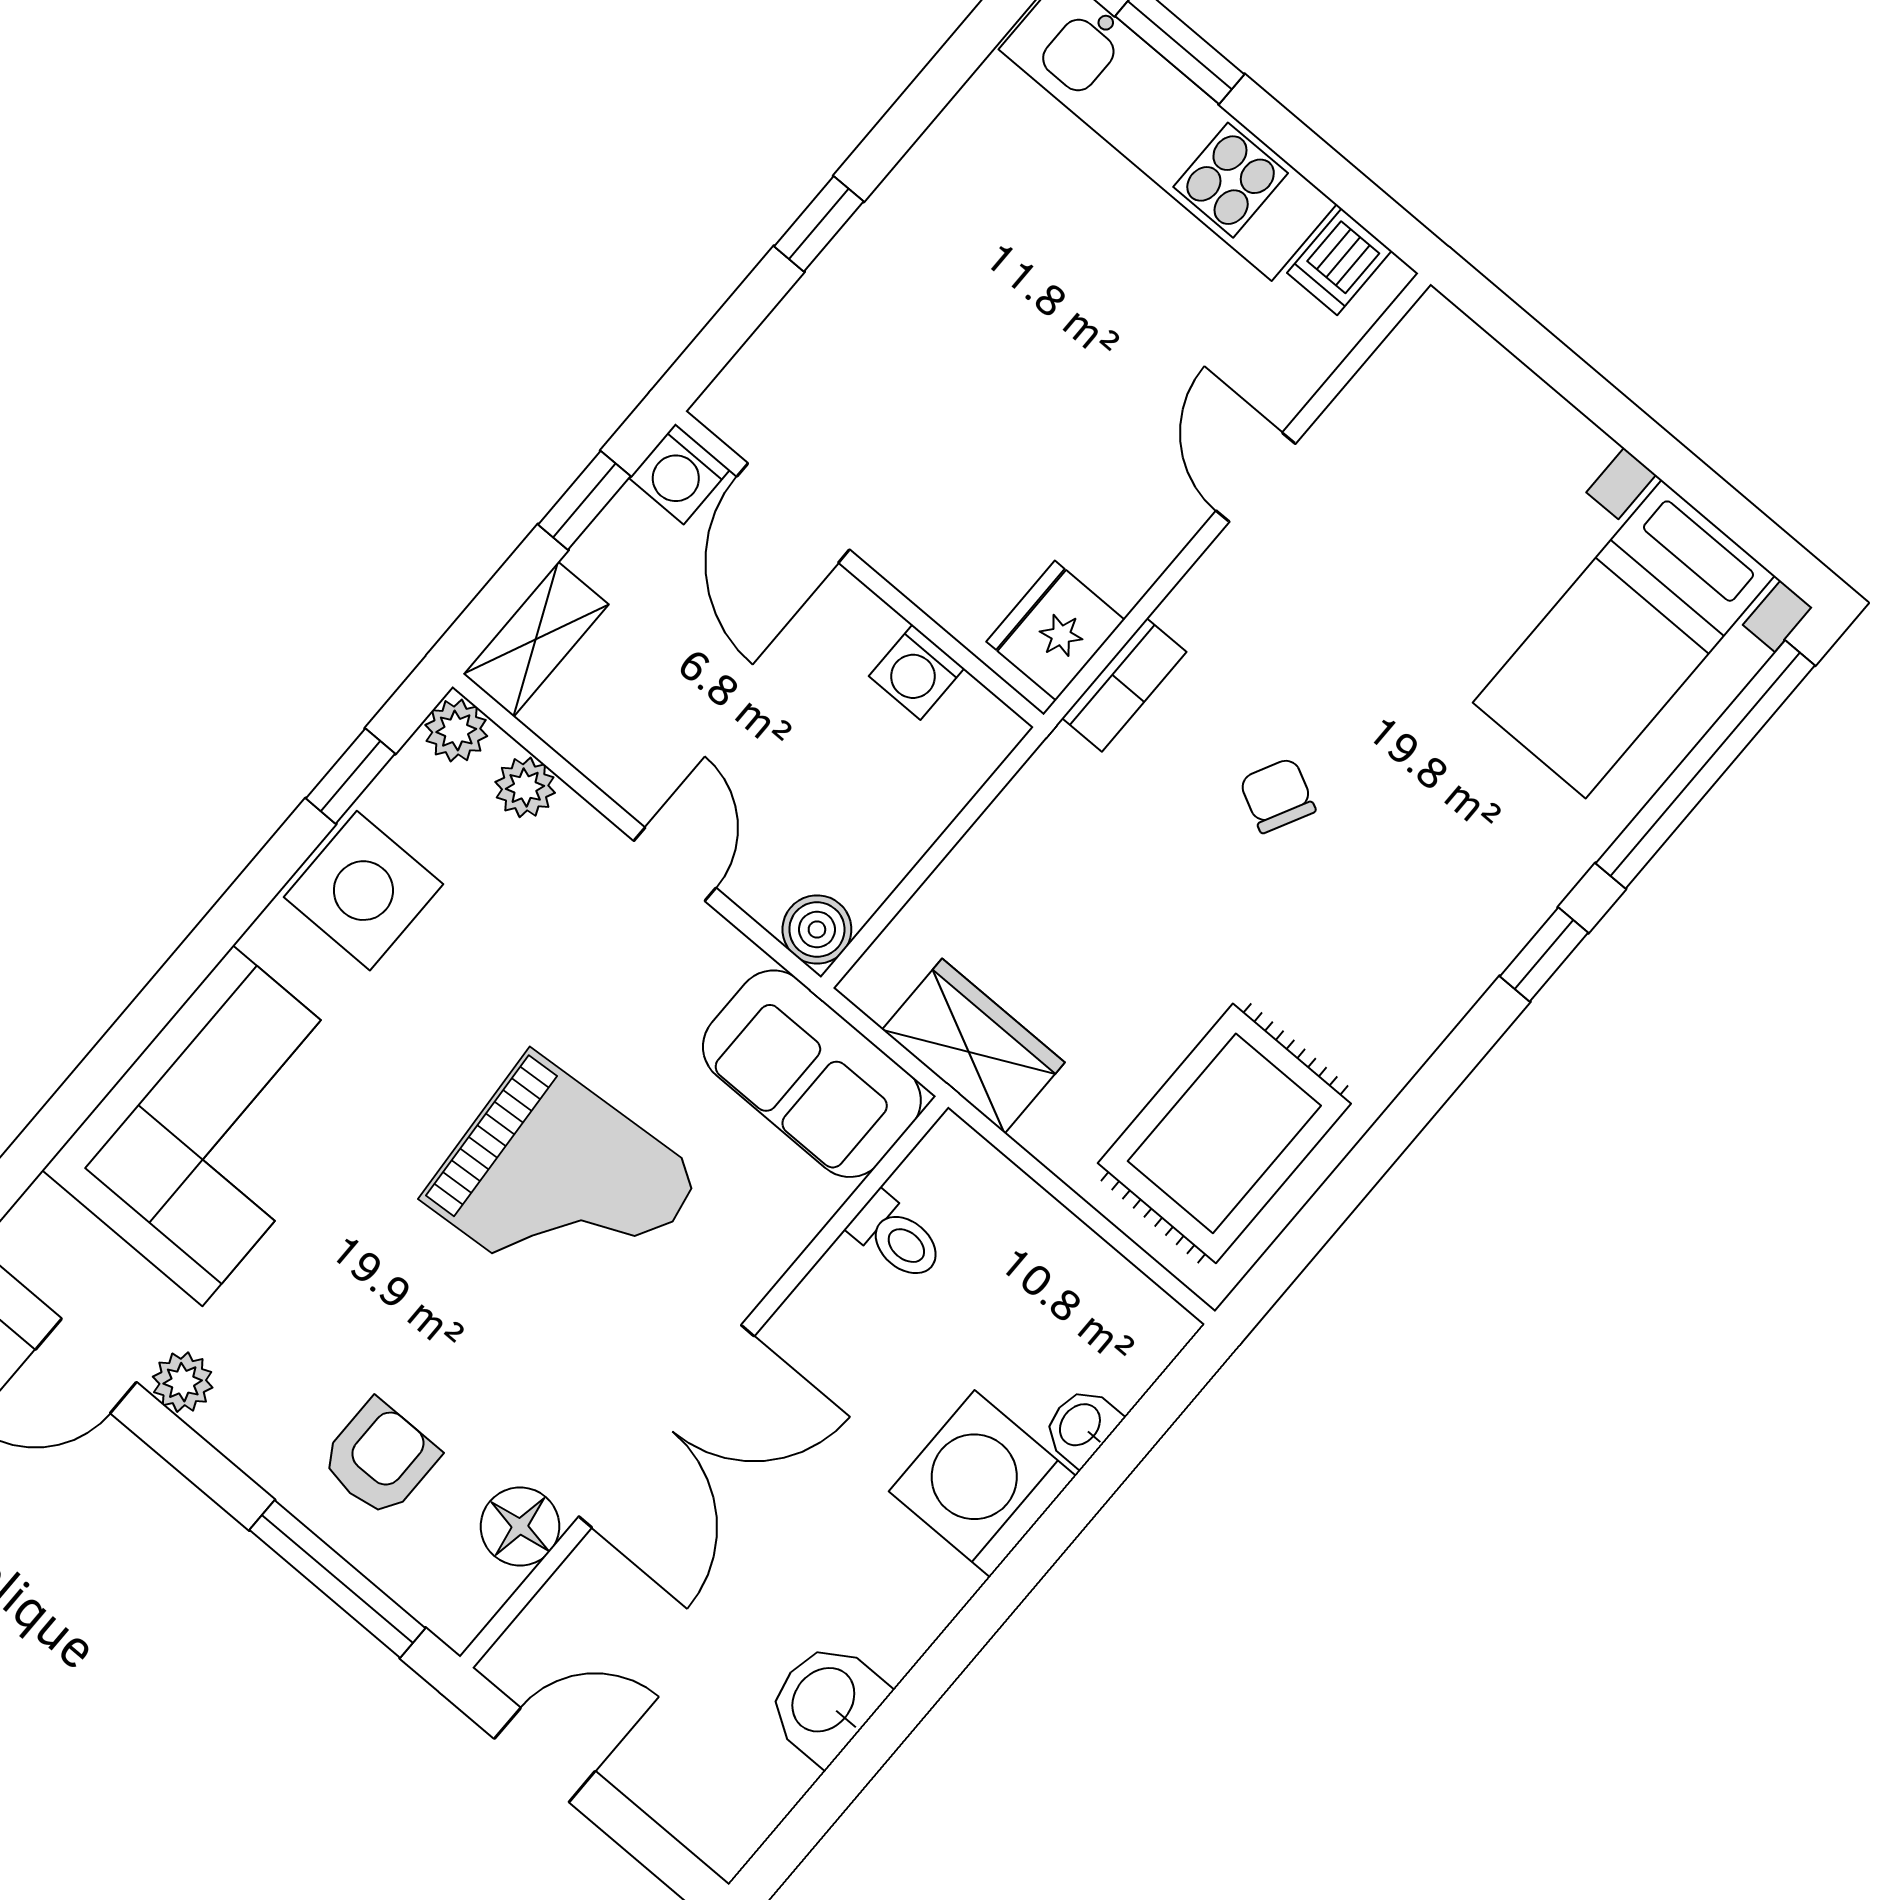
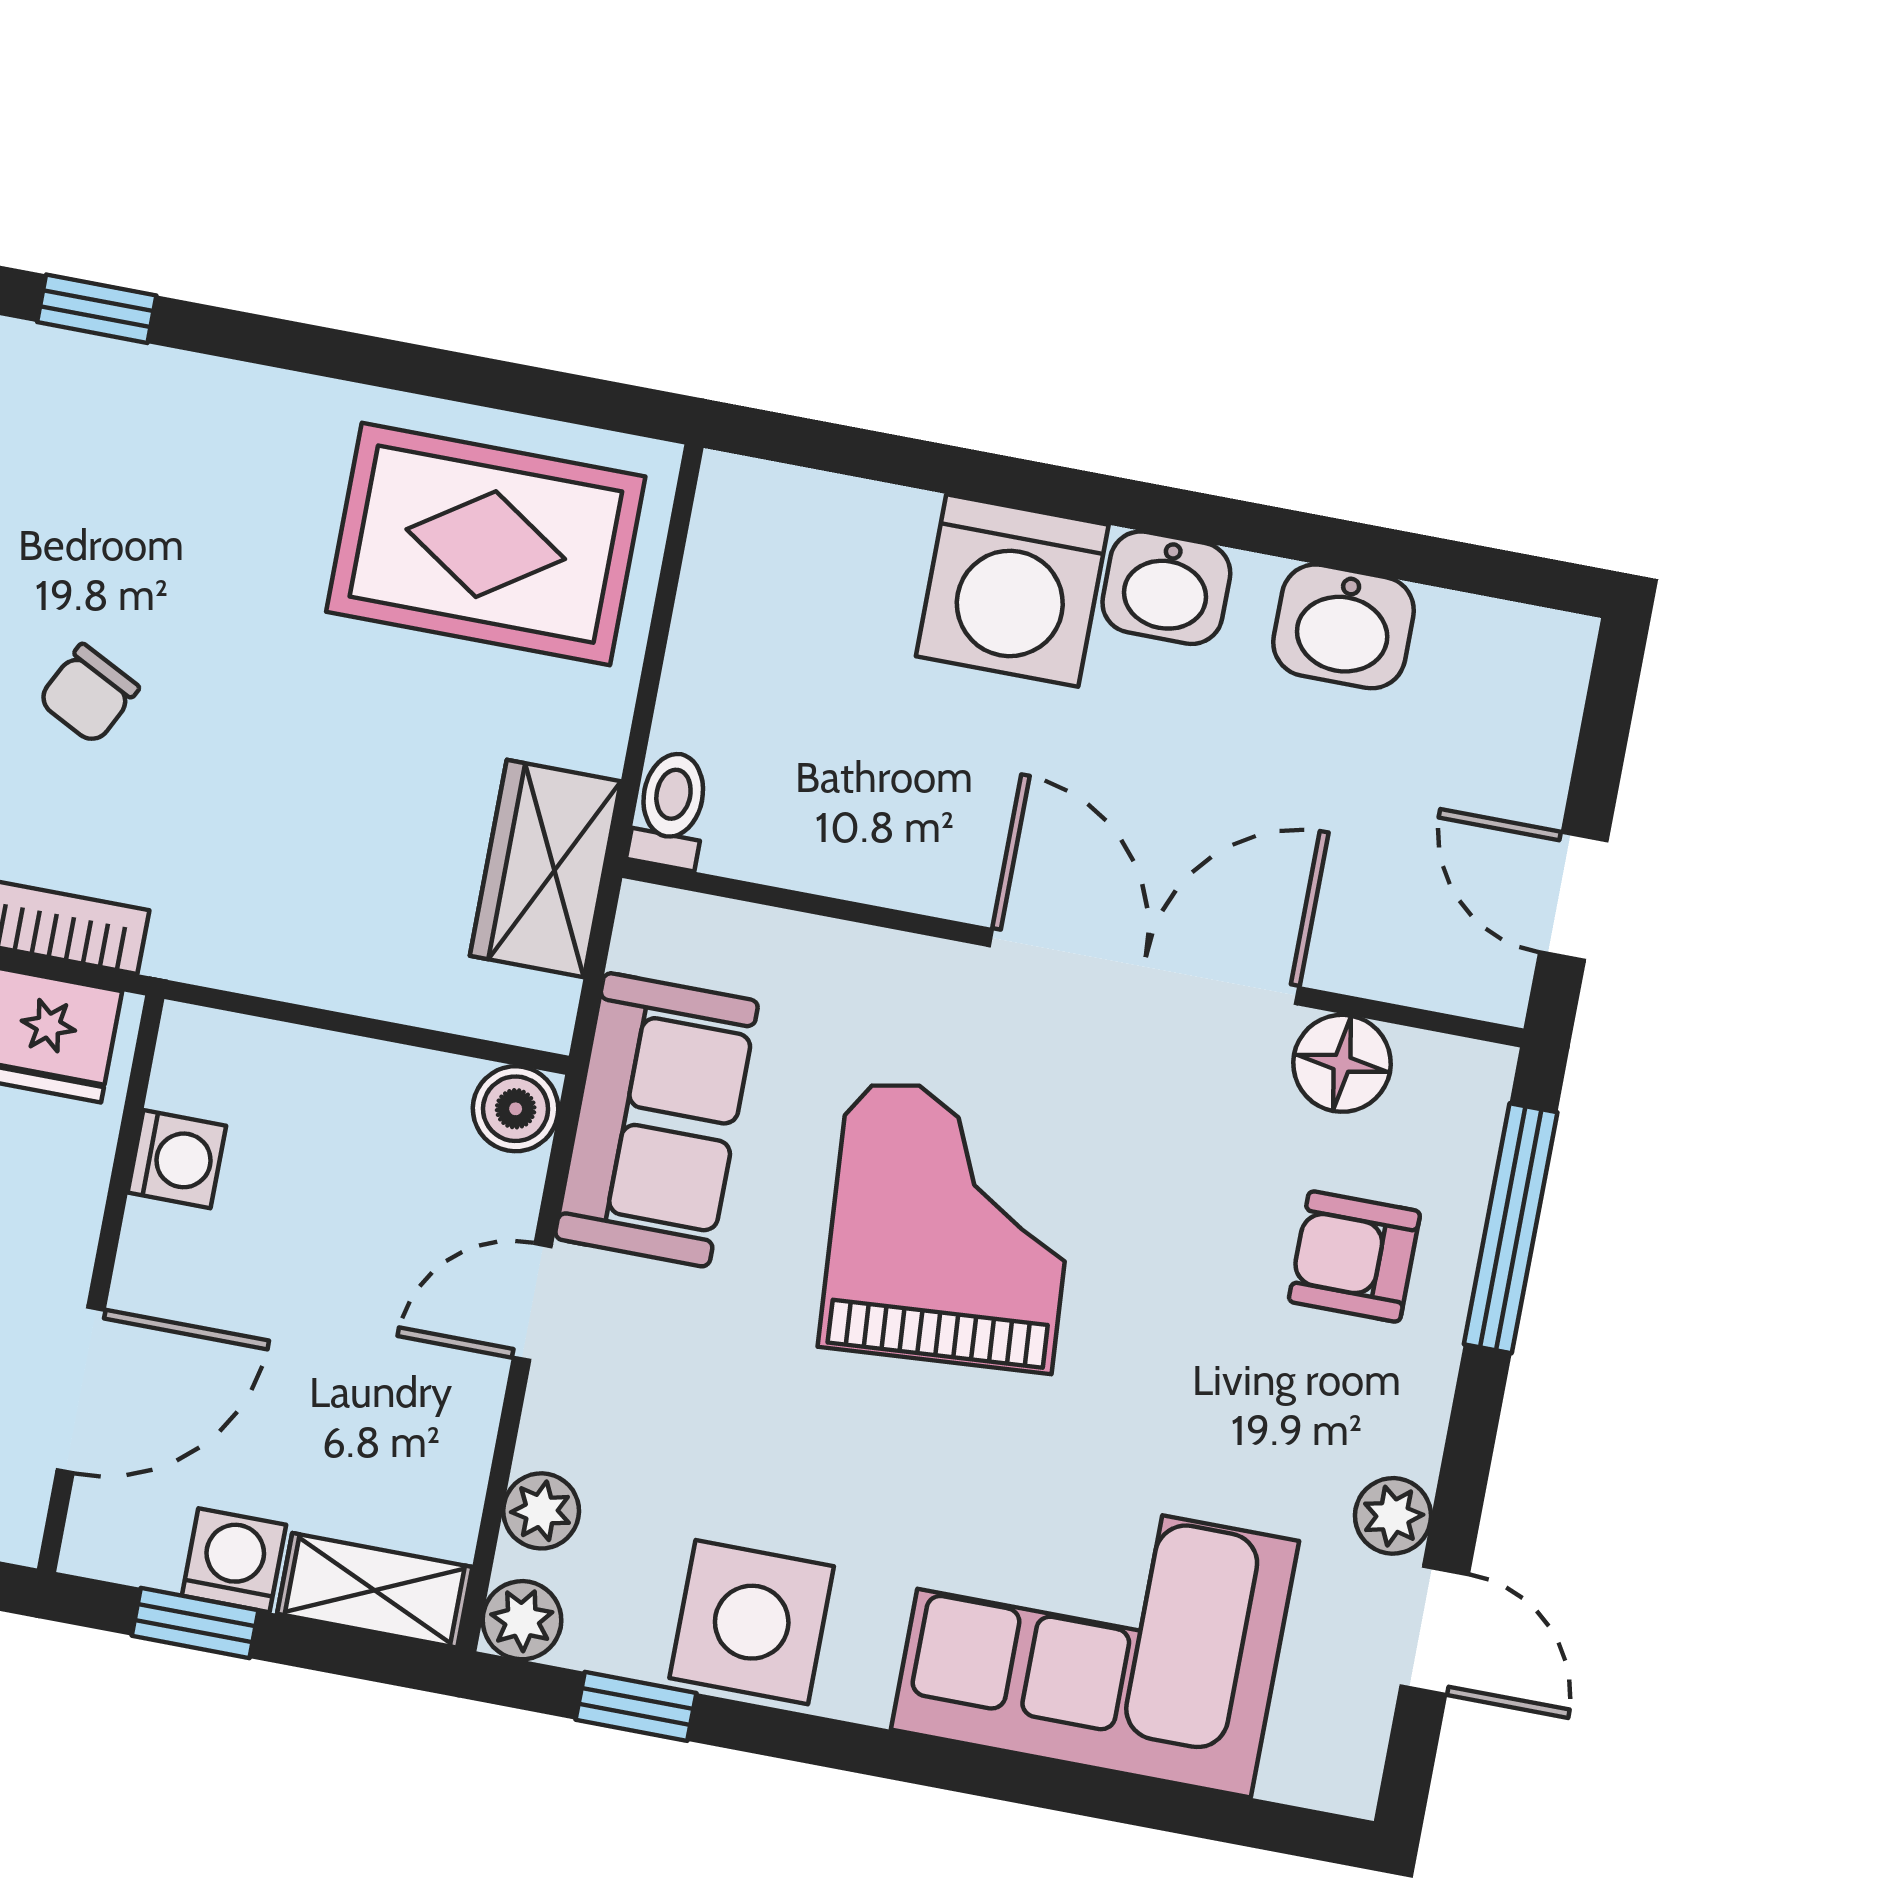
washing machine: (680, 474) -> (234, 1560), moved, turned -90
sofa: (812, 1074) -> (657, 1120), moved
toilet: (897, 1237) -> (671, 810), moved
washbasin: (1081, 1426) -> (1166, 588), moved, width x1.38, depth x1.45

